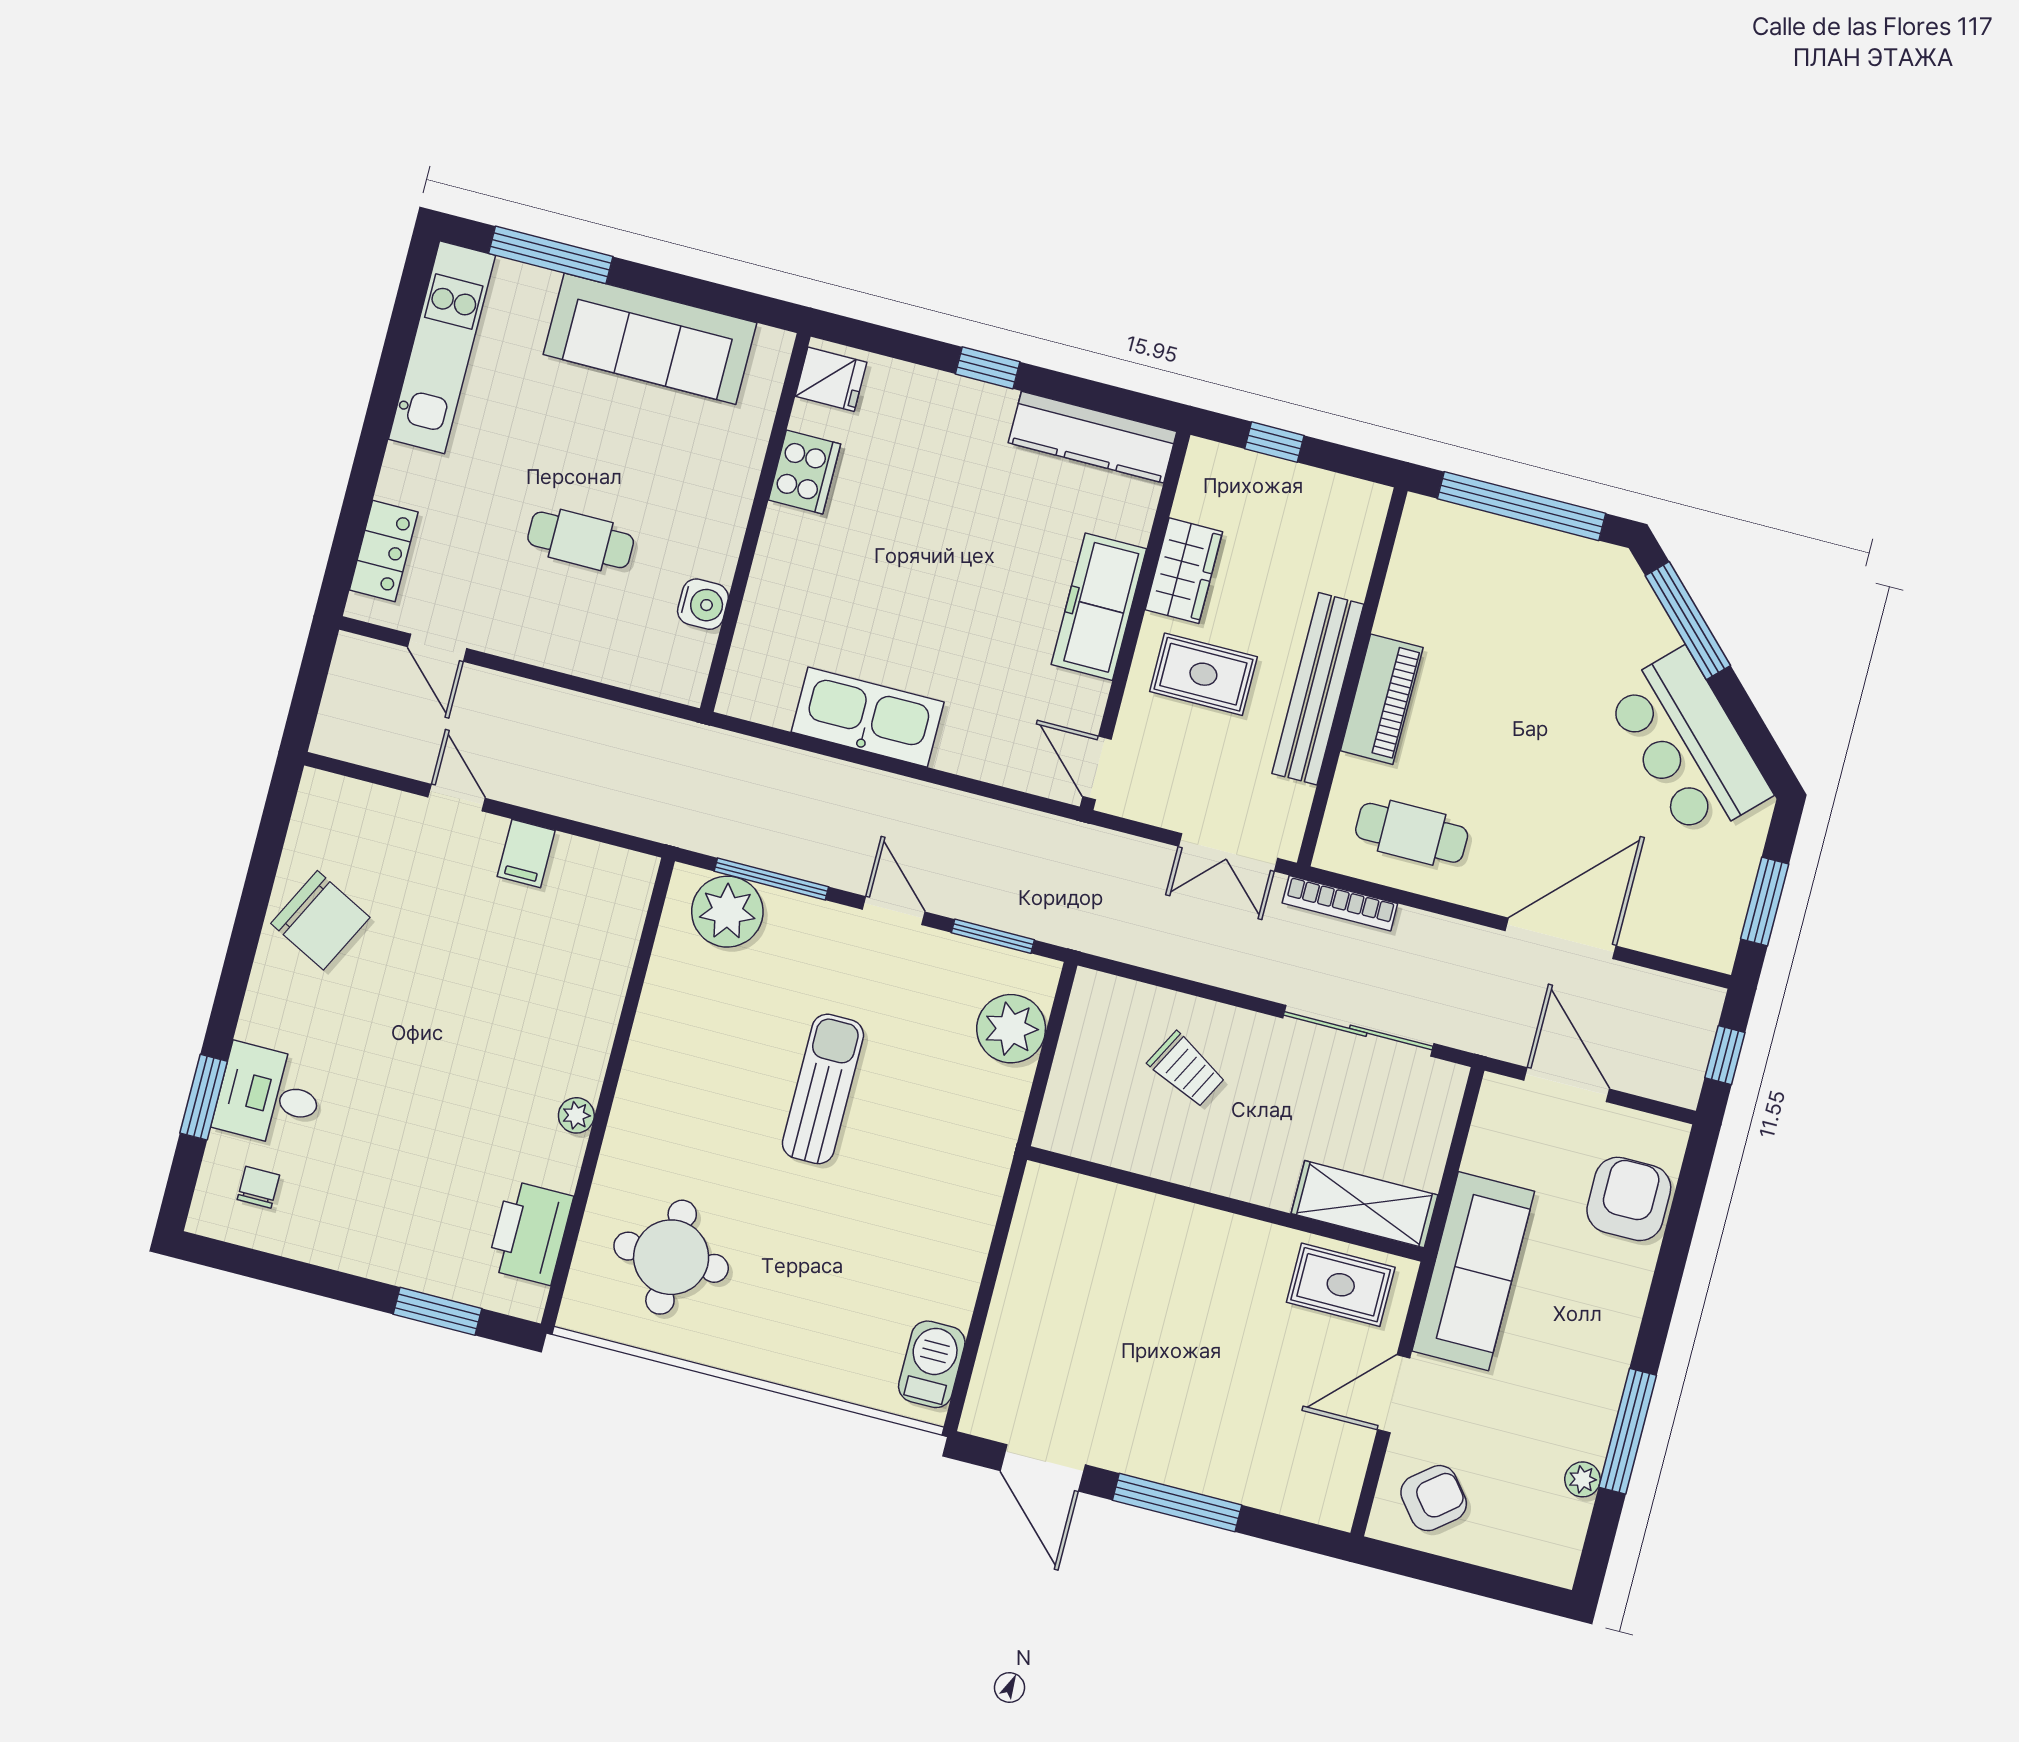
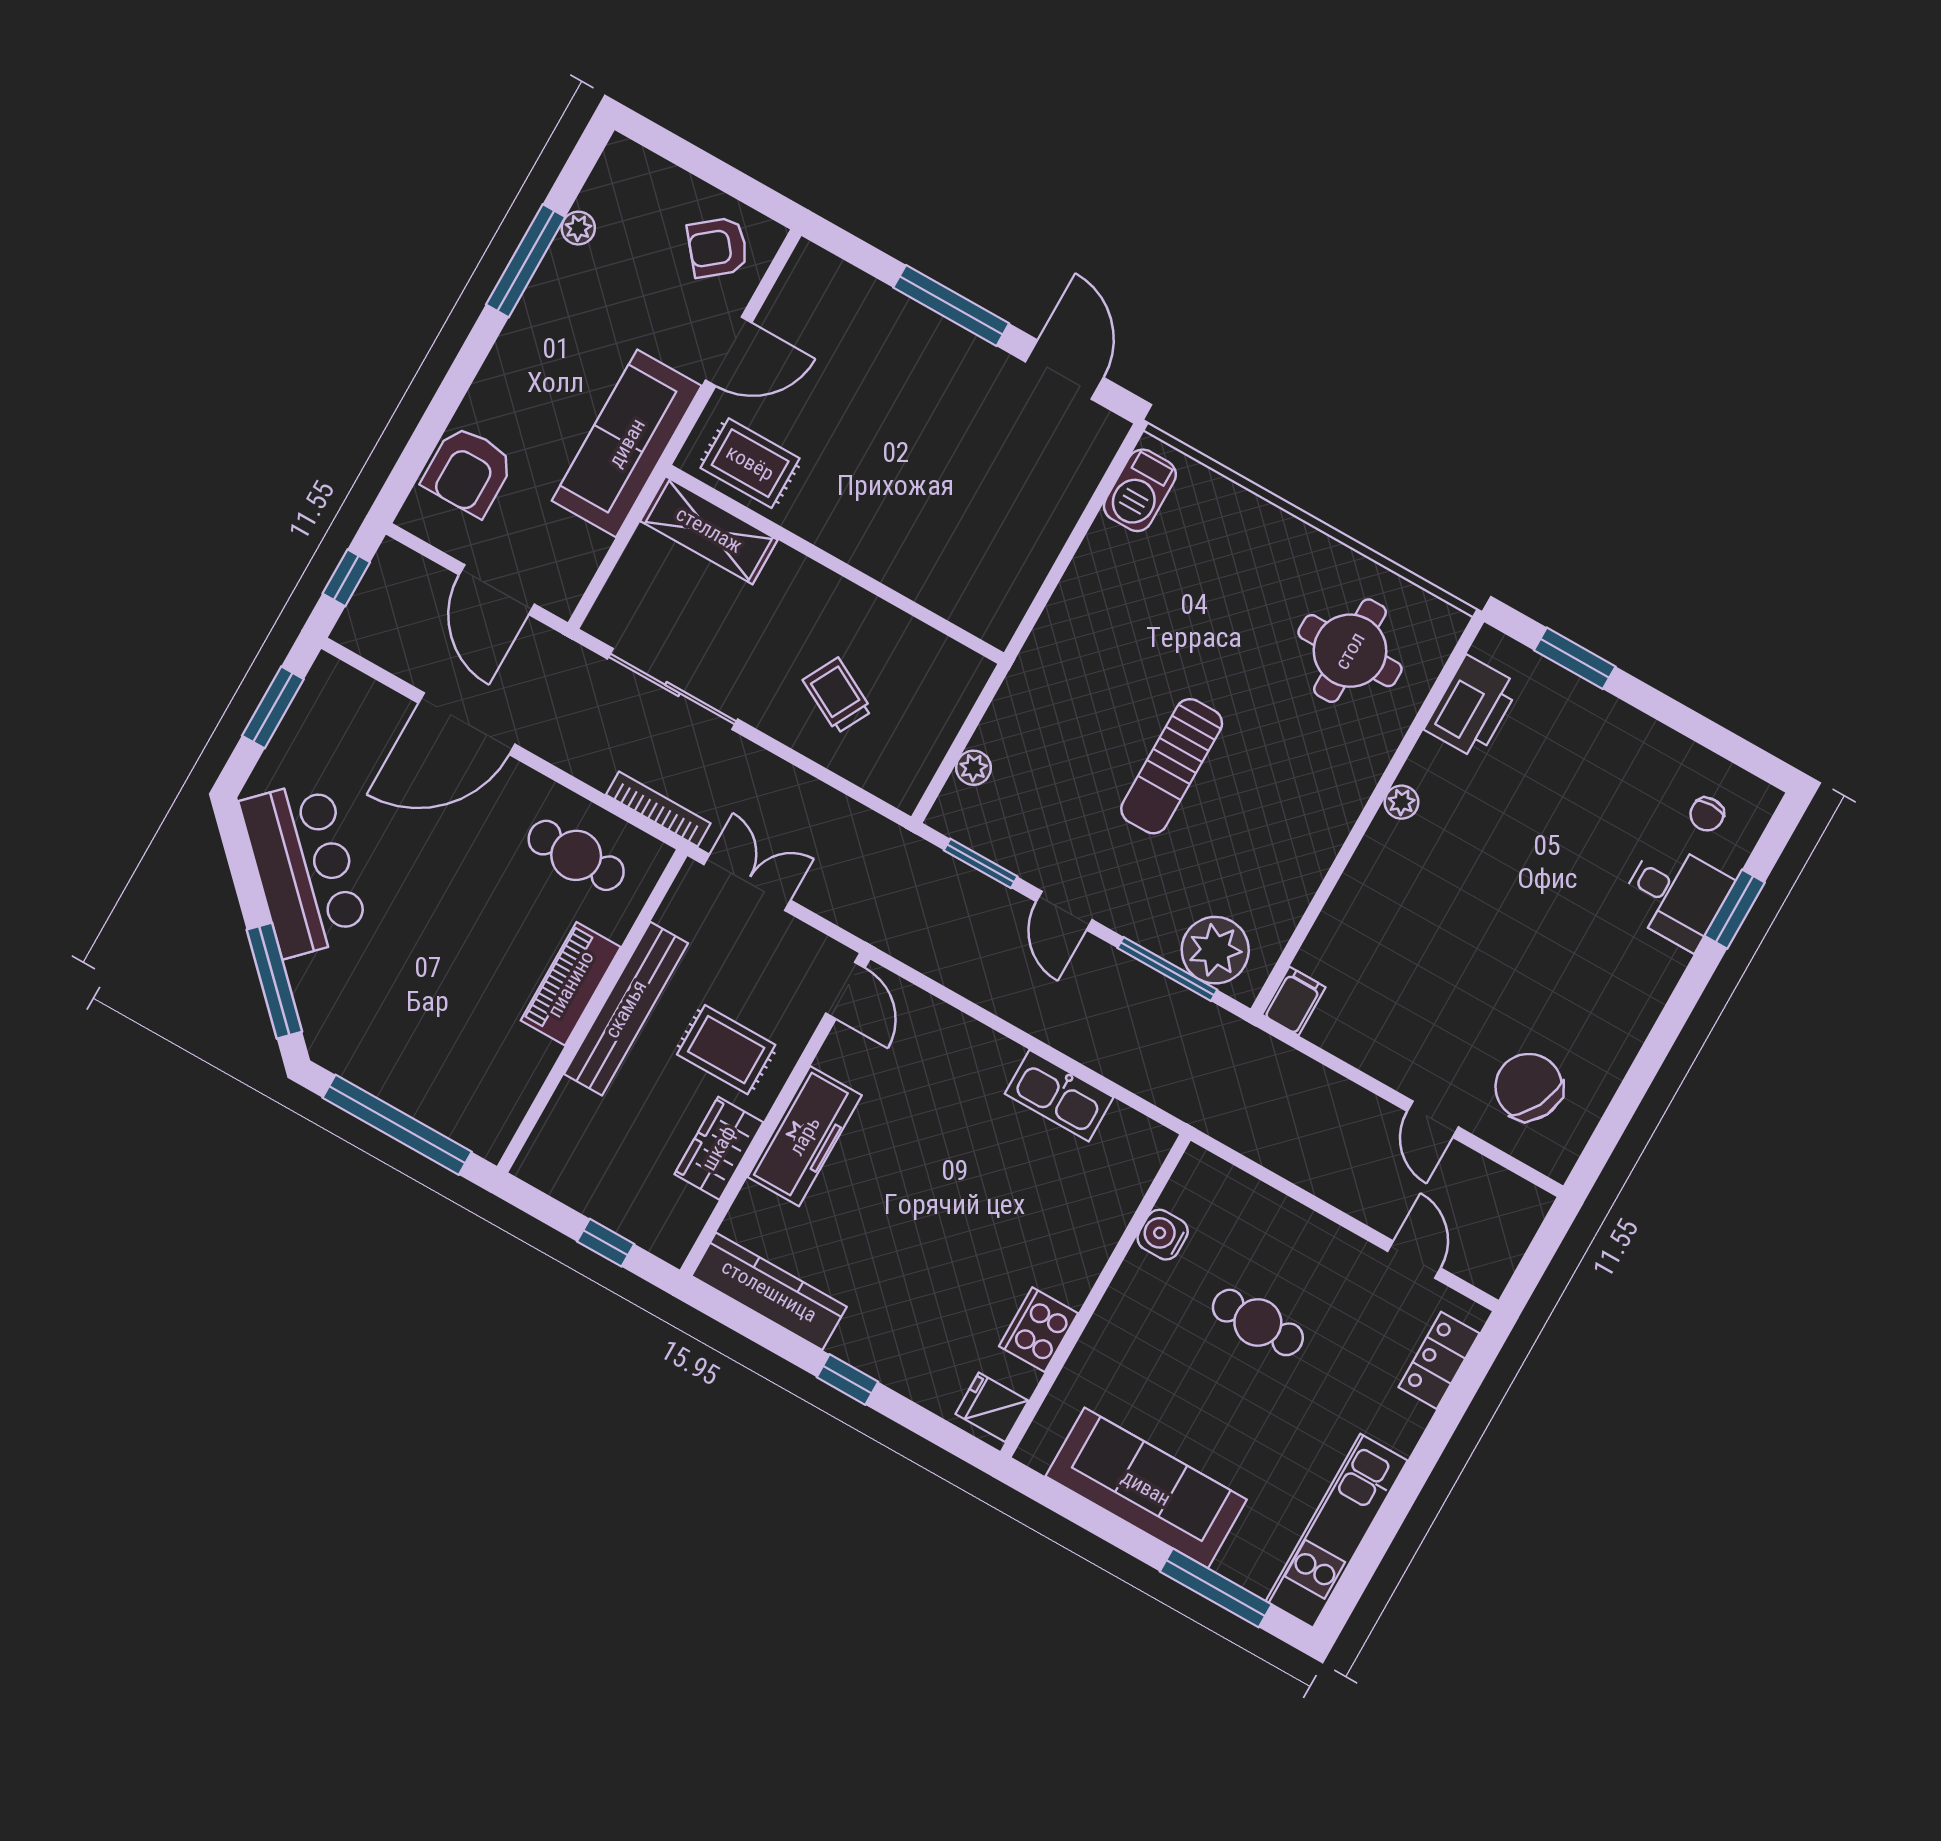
kitchen sink: (868, 717) -> (1059, 1096), width x0.73, depth x0.81
filing cabinet: (526, 853) -> (1294, 1001), moved
chair: (320, 920) -> (1529, 1087), moved
plant: (1011, 1029) -> (973, 768), width x0.53, depth x0.53

